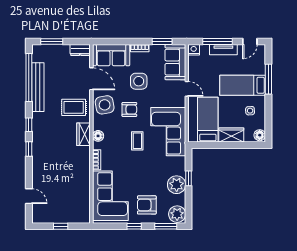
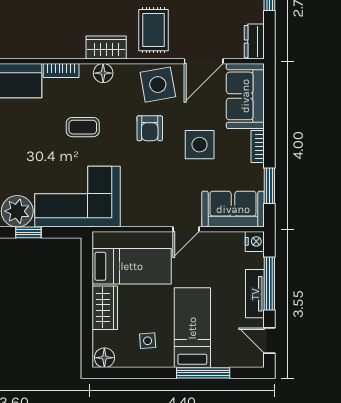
corner sofa: (168, 132) -> (78, 197), moved
coffee table: (137, 141) -> (83, 127), moved

